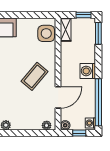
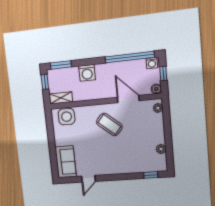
washing machine: (88, 71) -> (87, 73), moved

